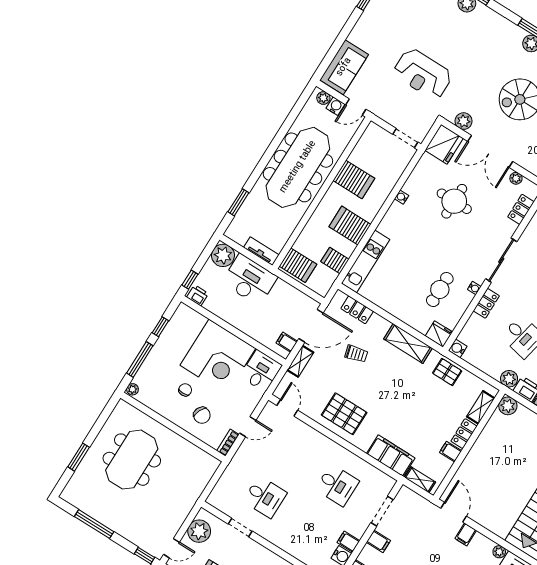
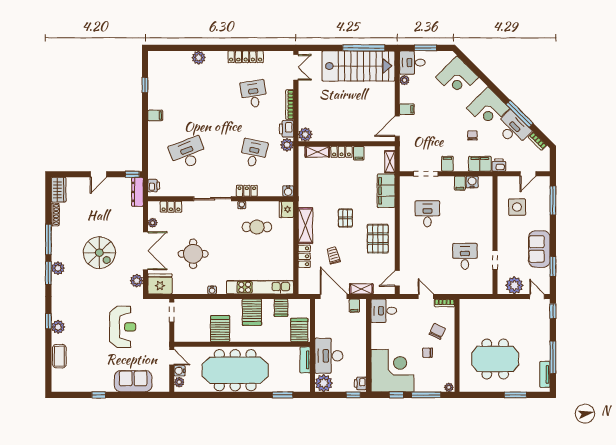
sofa: (344, 67) -> (133, 381), moved
kitchen unit: (366, 261) -> (260, 287), width x1.36
locker: (357, 310) -> (304, 256), moved
corner desk: (218, 357) -> (392, 371), moved
pallet: (447, 372) -> (345, 218), moved
tv unit: (81, 503) -> (545, 374), added

